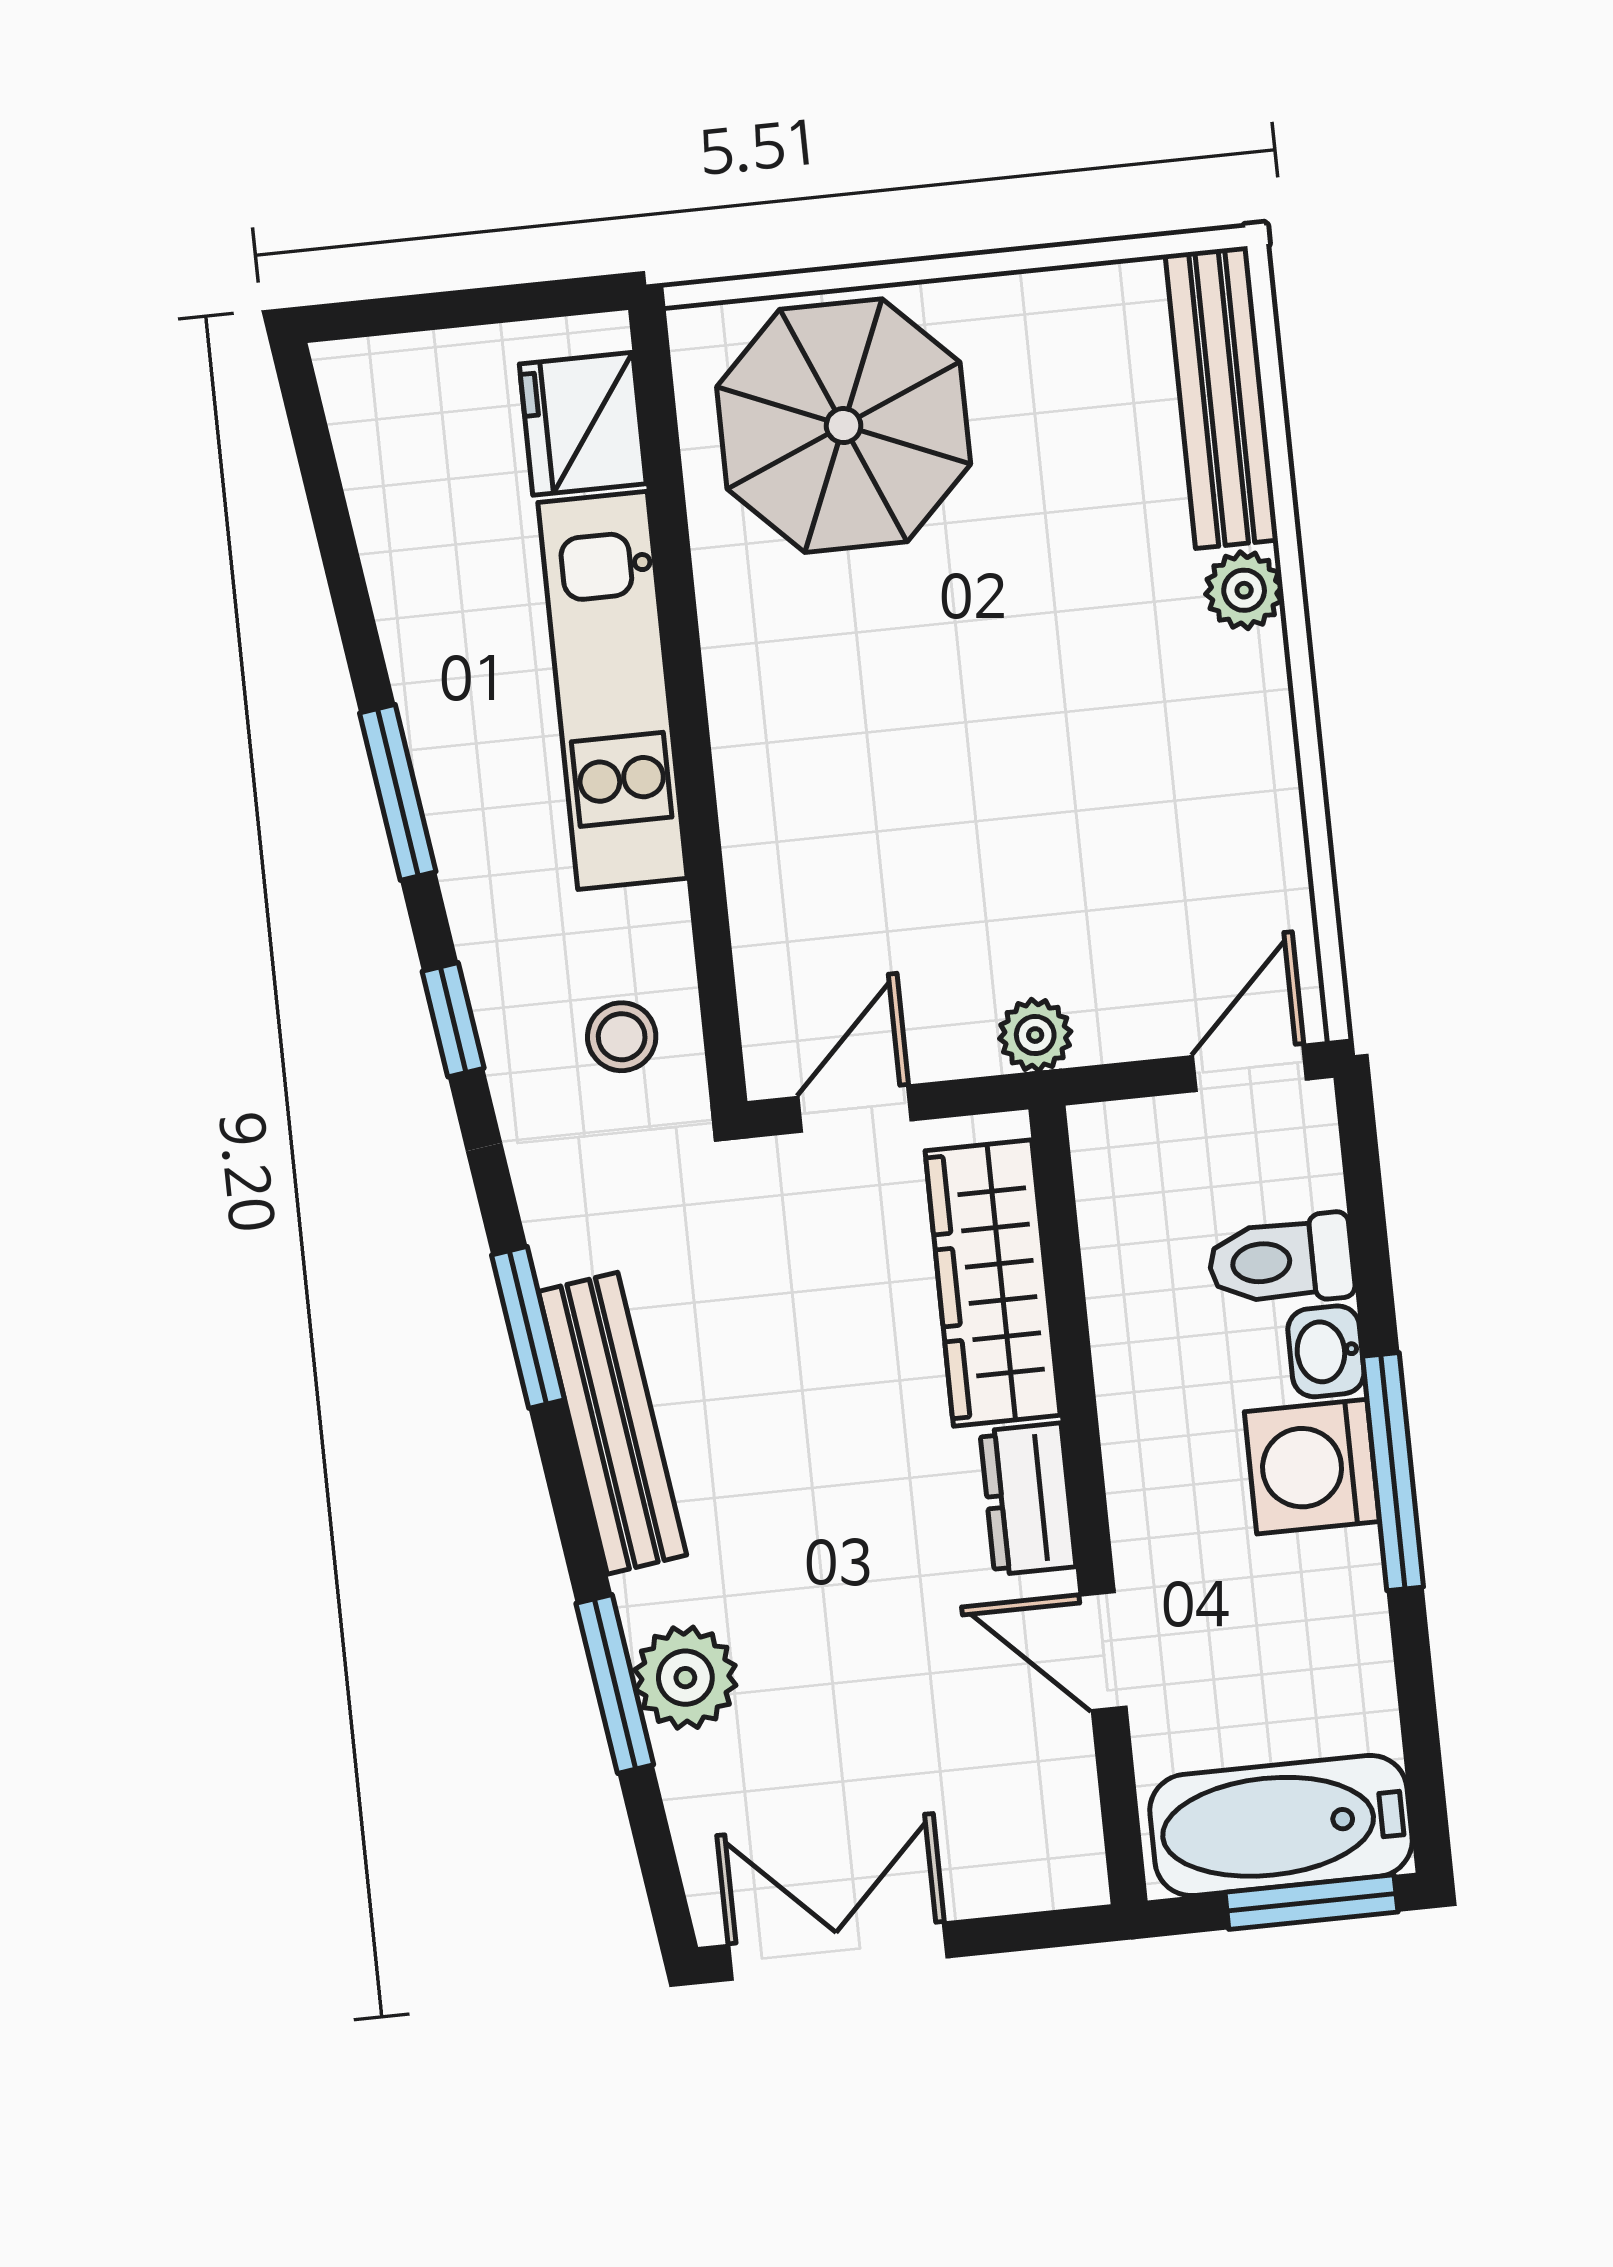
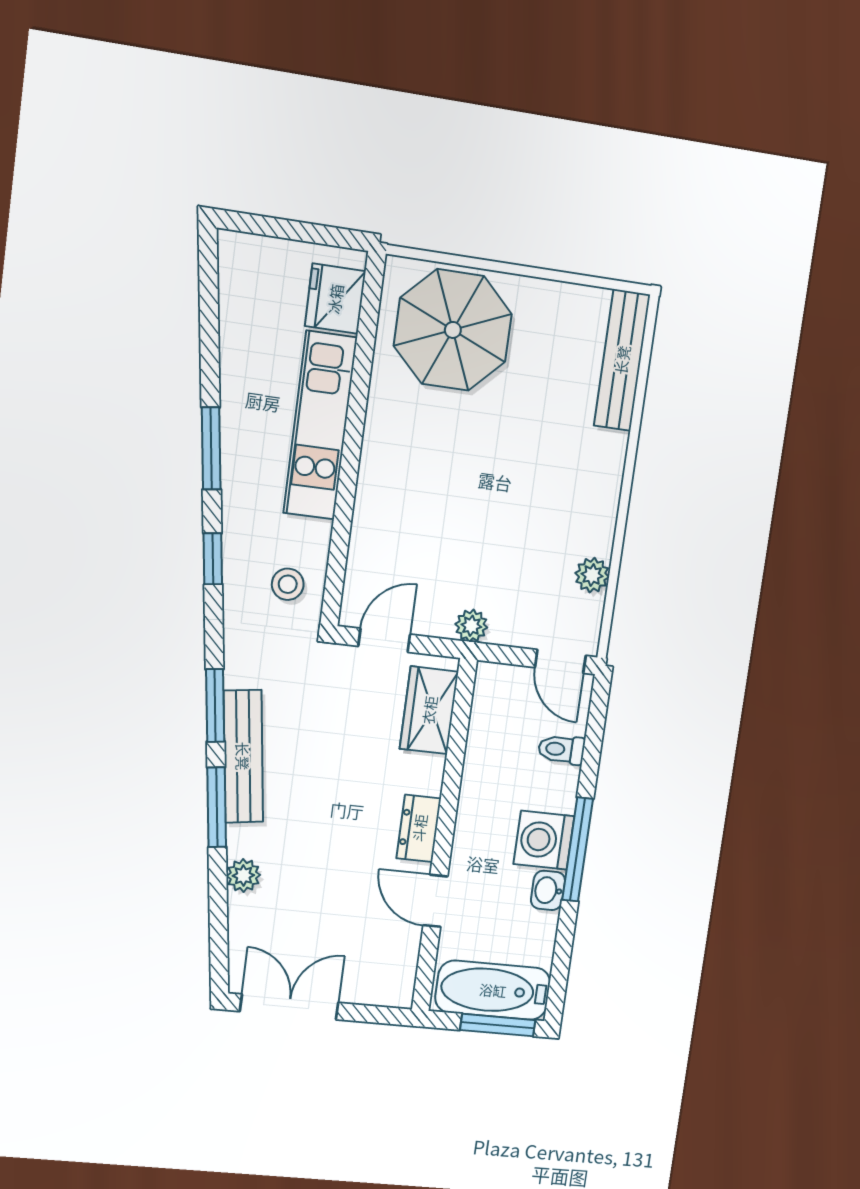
plant: (1244, 590) -> (592, 575), moved
door: (1250, 1068) -> (560, 661), swing flipped
toilet: (1281, 1261) -> (561, 749), width x0.73, depth x0.72
wardrobe: (993, 1283) -> (429, 710), width x0.67
washbasin: (1326, 1351) -> (548, 890), moved
plant: (685, 1678) -> (243, 876), width x0.73, depth x0.73
window: (615, 1684) -> (217, 807), moved

